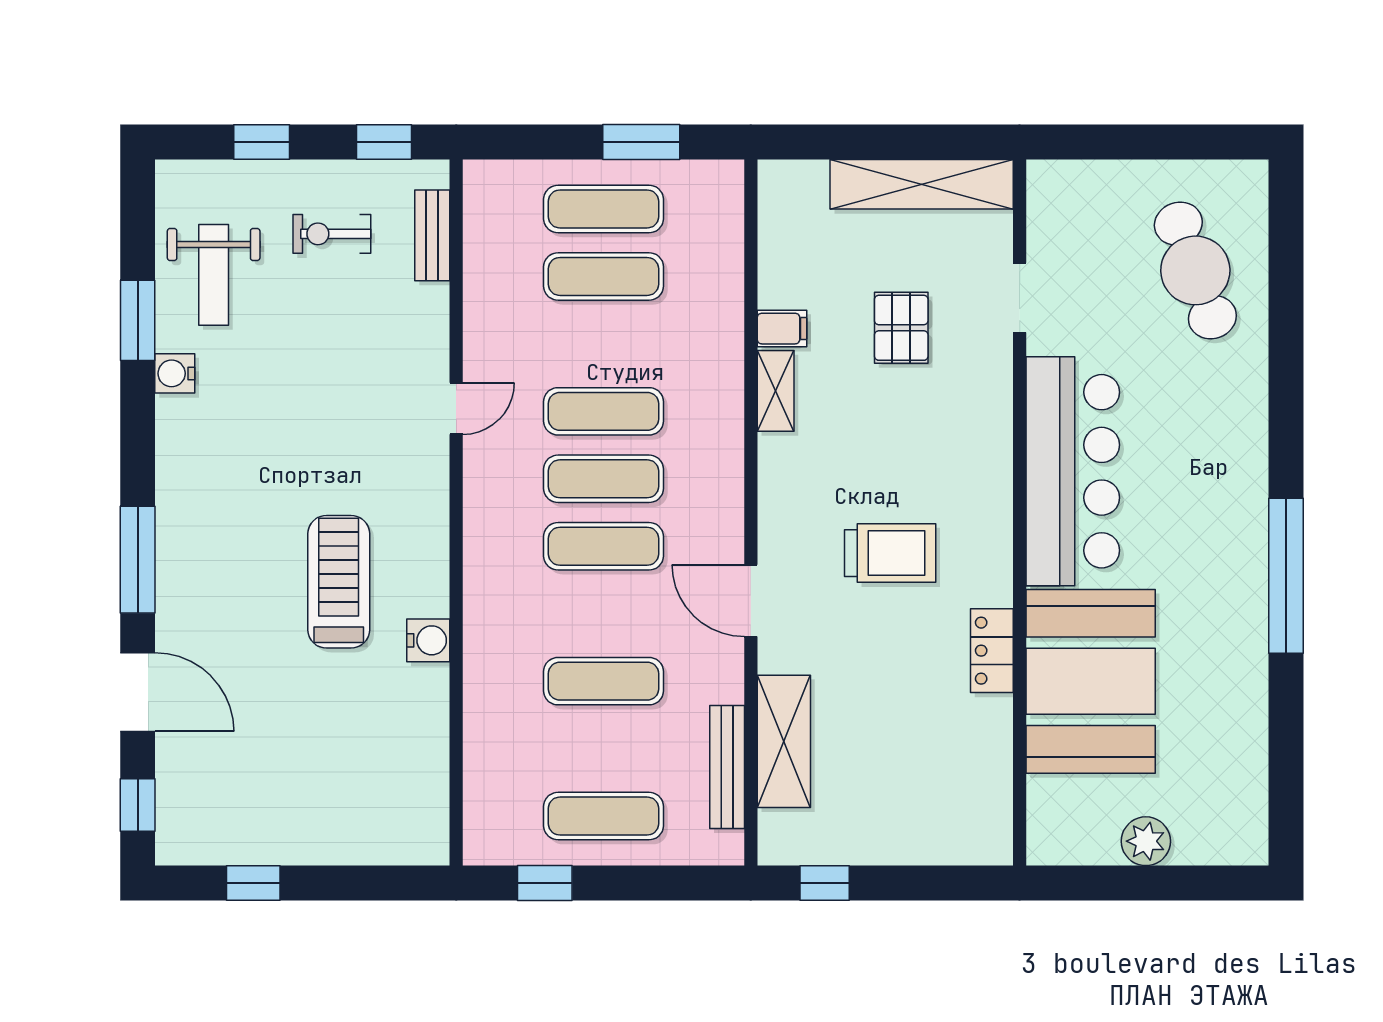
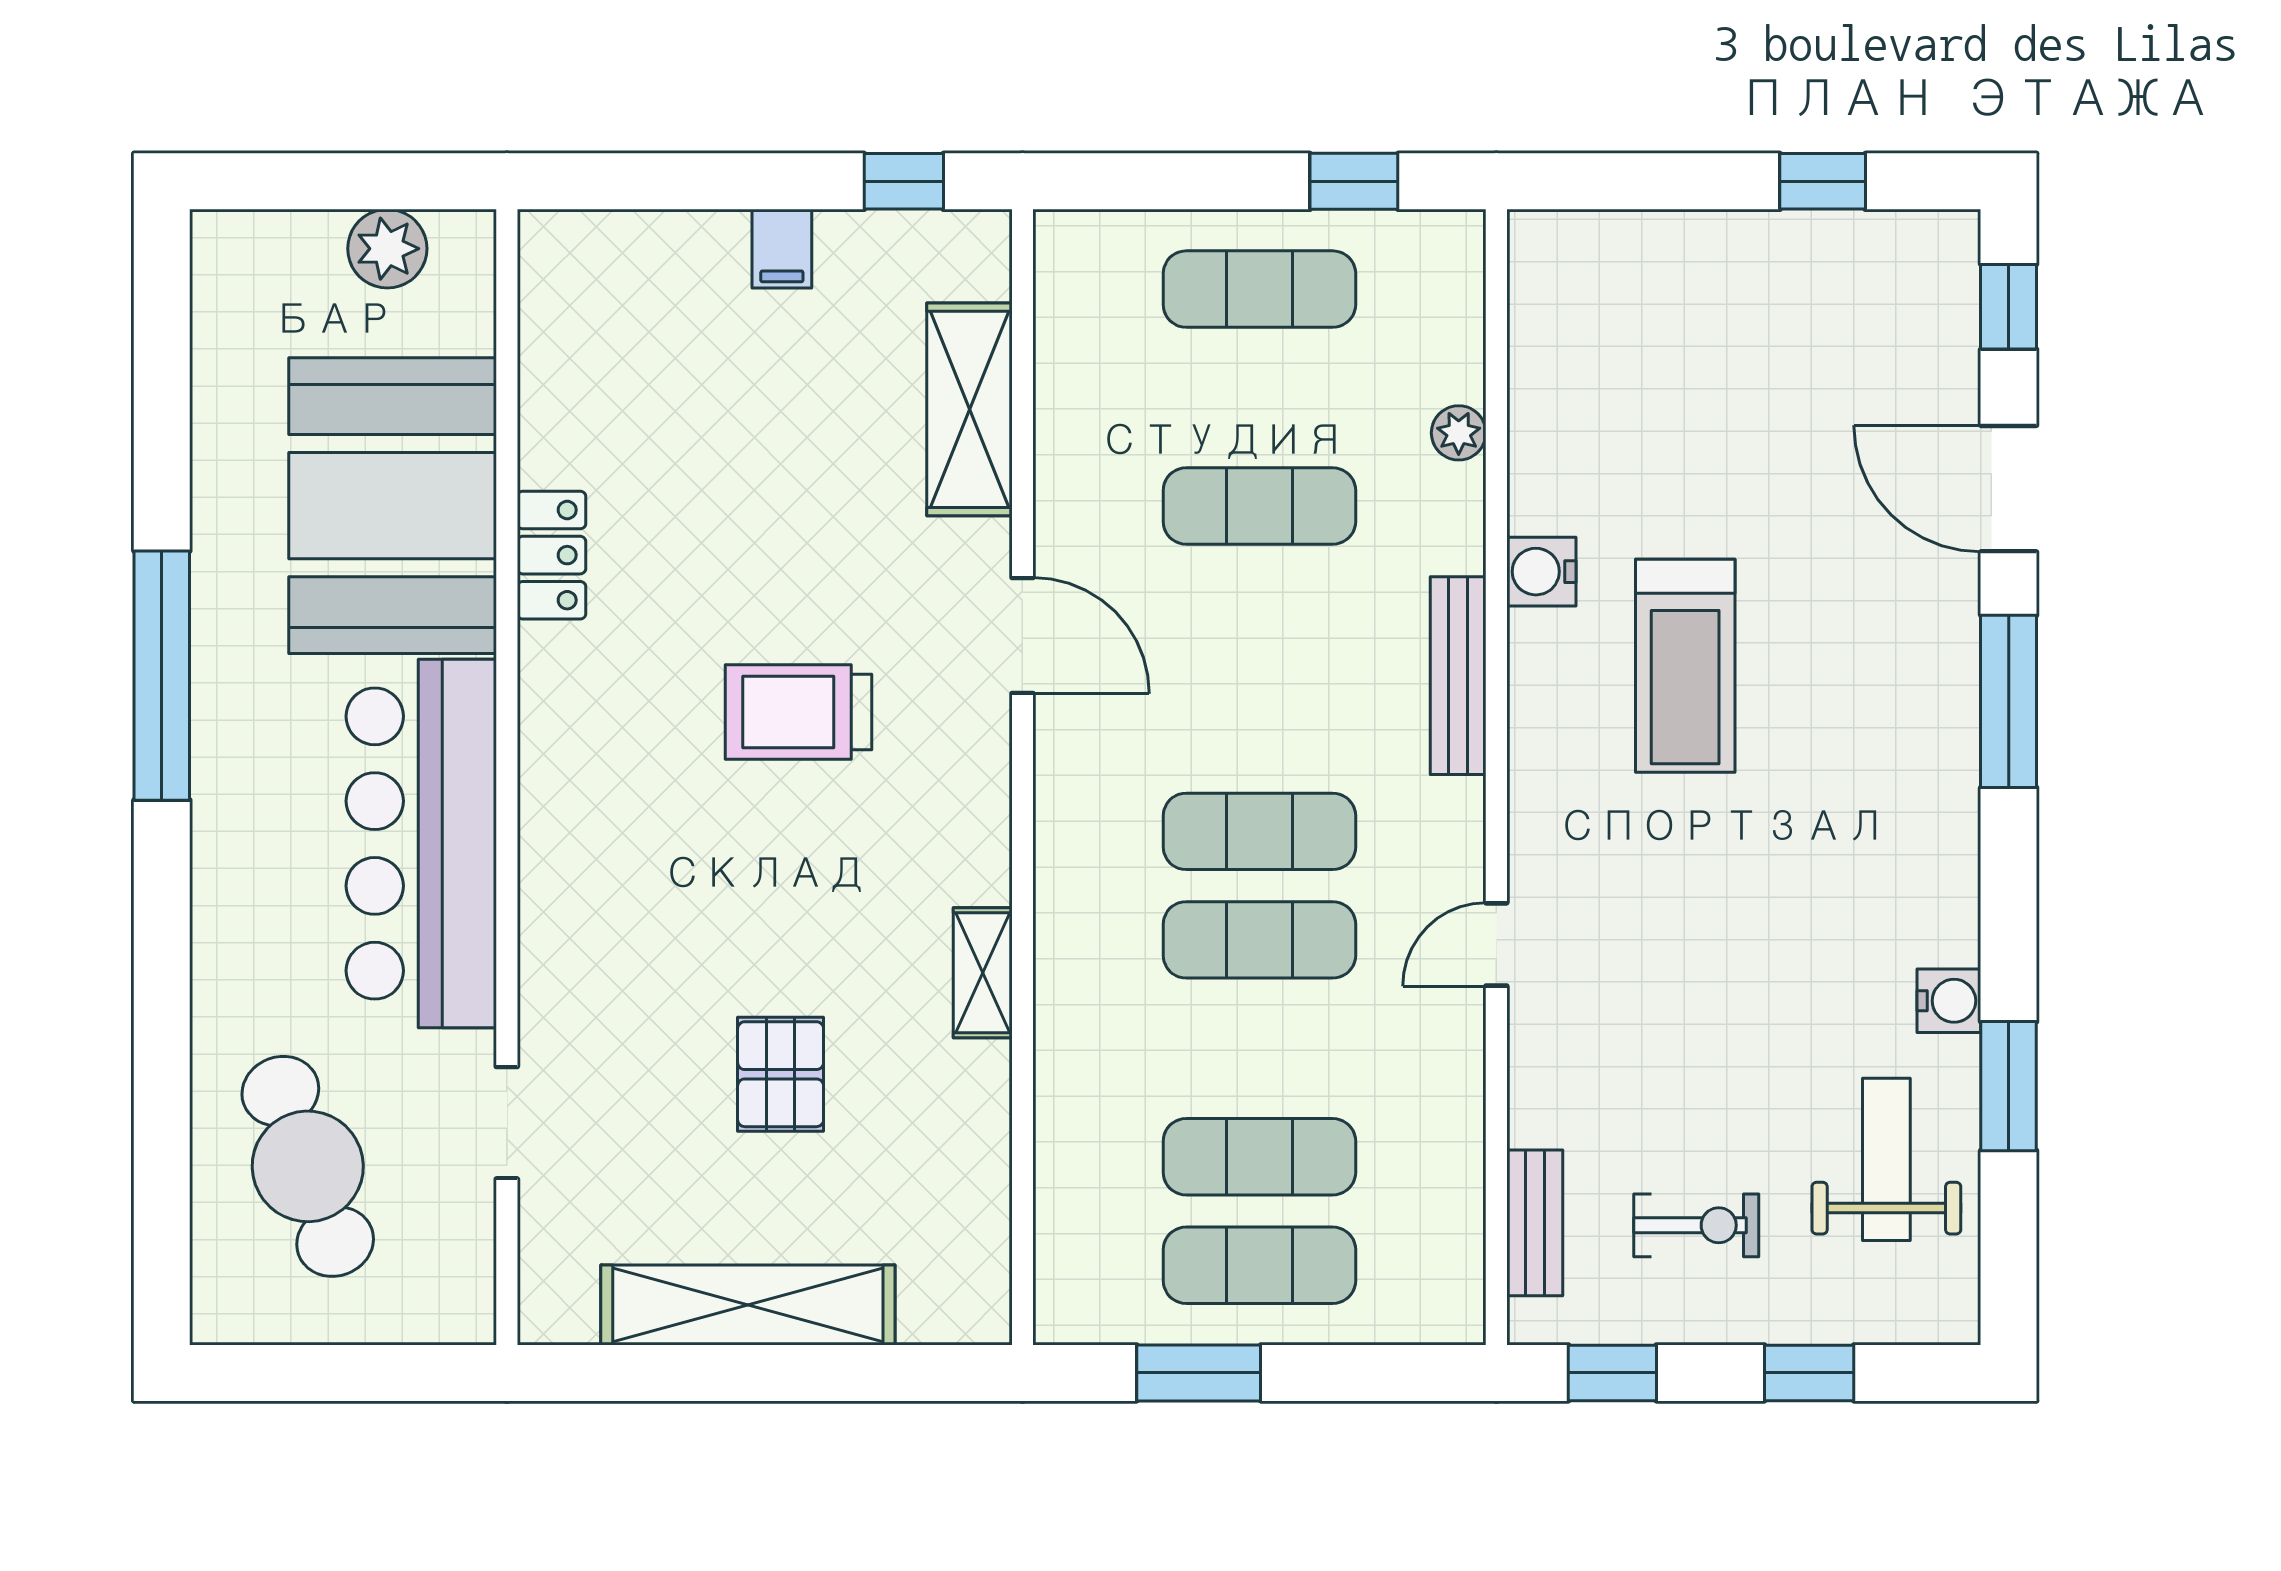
doorway: (1020, 298) -> (507, 1123), moved
filing cabinet: (782, 329) -> (782, 249), moved, turned -90
bar counter: (1073, 471) -> (421, 844), moved
wall: (1020, 513) -> (507, 777), moved
exercise mat: (604, 546) -> (1259, 723), removed
locker: (992, 651) -> (551, 555), moved
booth: (1091, 681) -> (393, 506), moved
plant: (480, 727) -> (1459, 433), added
bench: (727, 767) -> (1458, 676), moved

